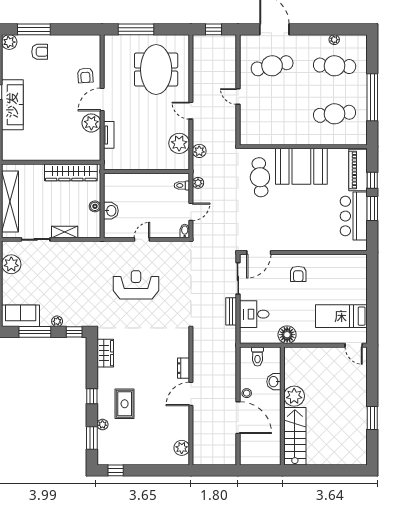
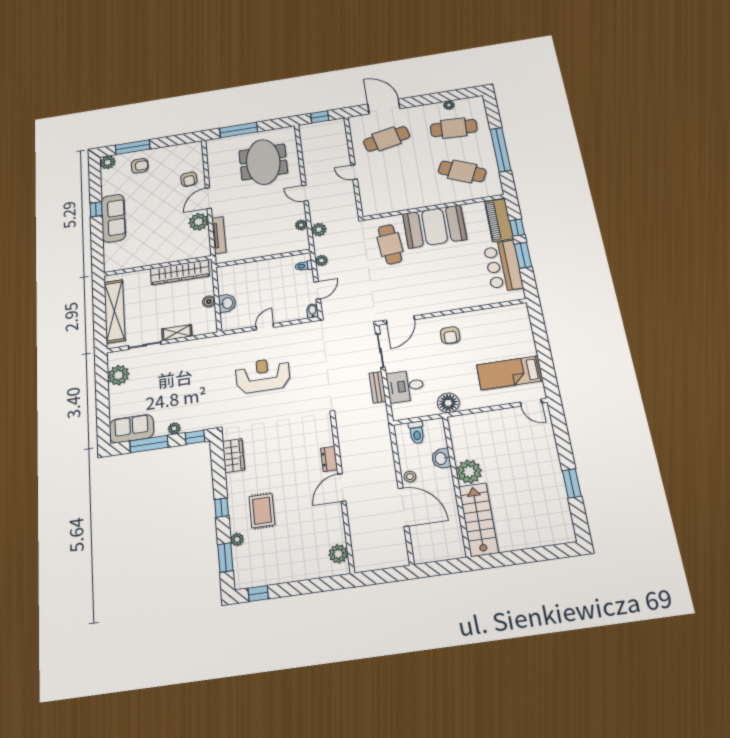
cafe table: (335, 114) -> (462, 171), turned 30
tv unit: (109, 135) -> (219, 235), width x1.41
plant: (179, 143) -> (301, 225), width x0.53, depth x0.53

